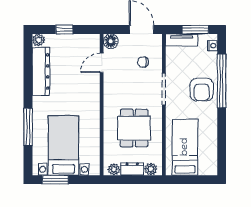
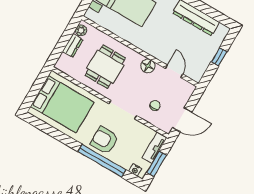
plant: (39, 40) -> (223, 31), removed
floor lamp: (111, 41) -> (148, 66), moved
dining table: (134, 128) -> (105, 67), turned 90
bed: (185, 147) -> (62, 104), width x1.50
plant: (151, 169) -> (64, 61), removed

